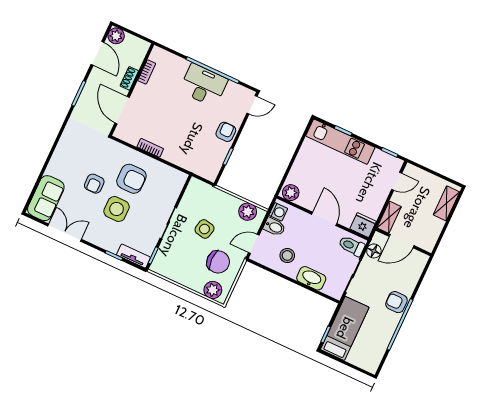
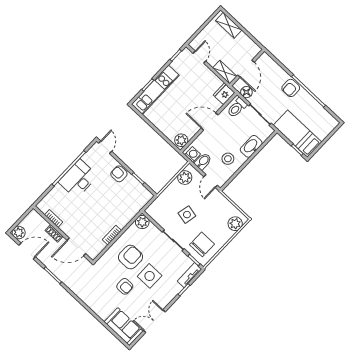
plant: (178, 179) -> (142, 222), added
chair: (218, 262) -> (202, 244), moved

